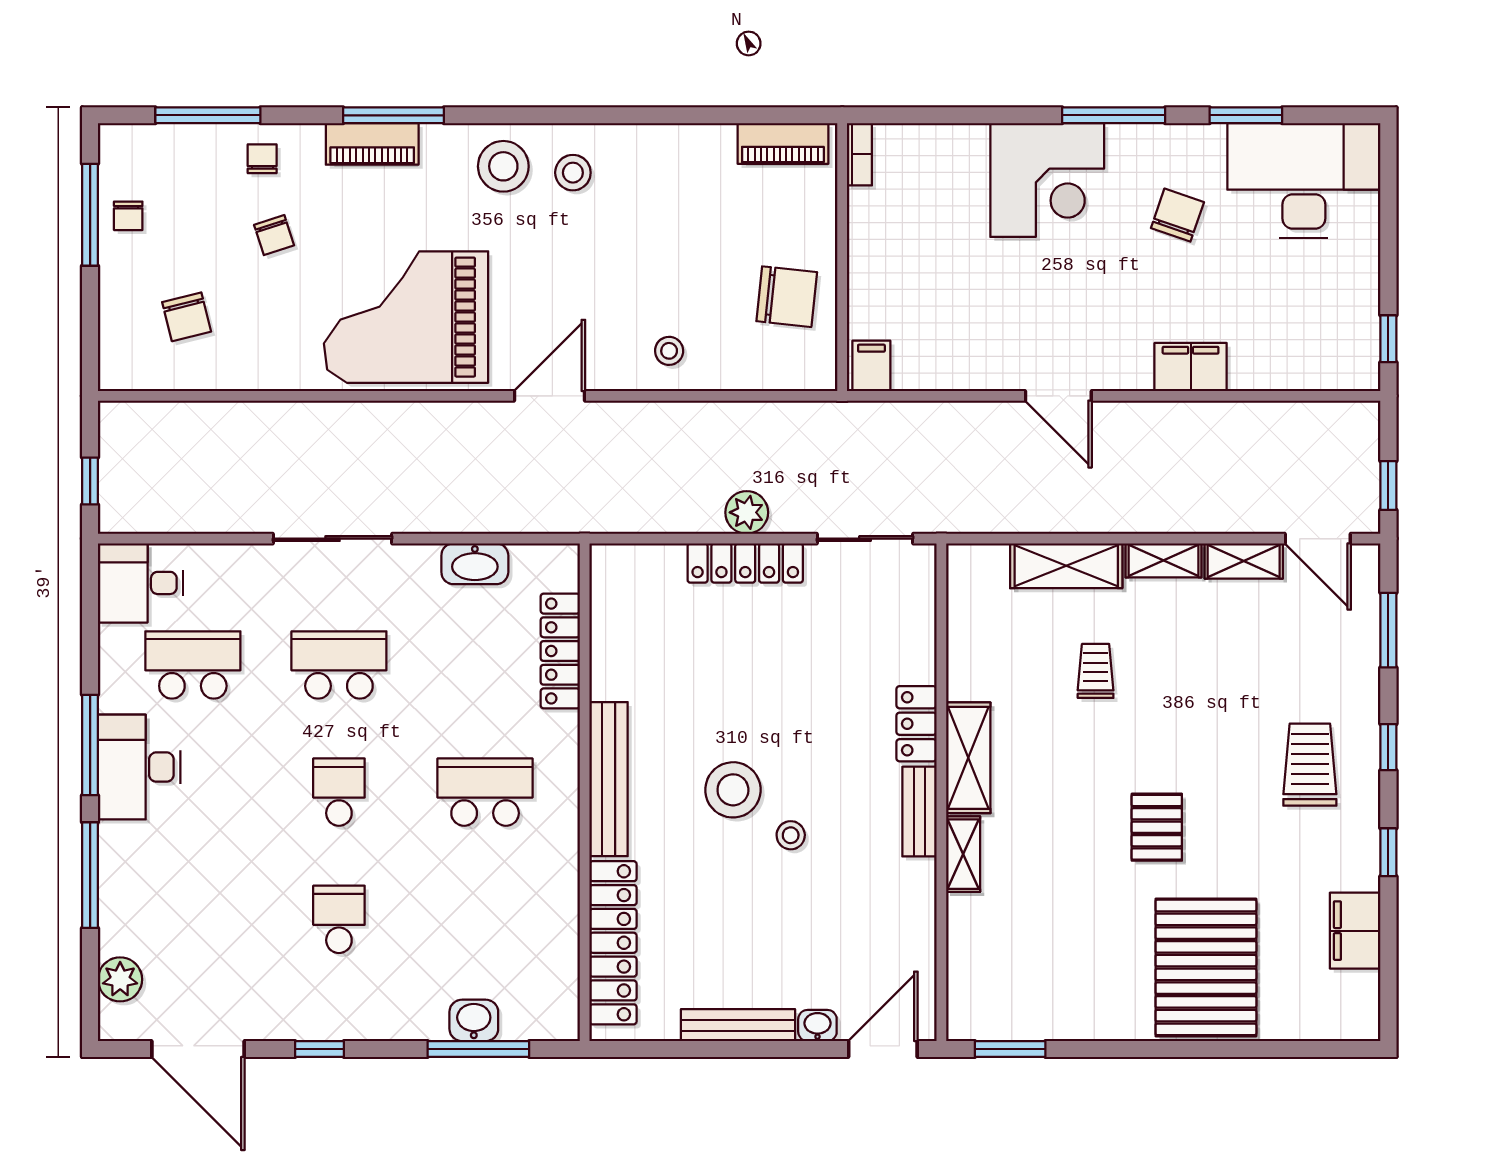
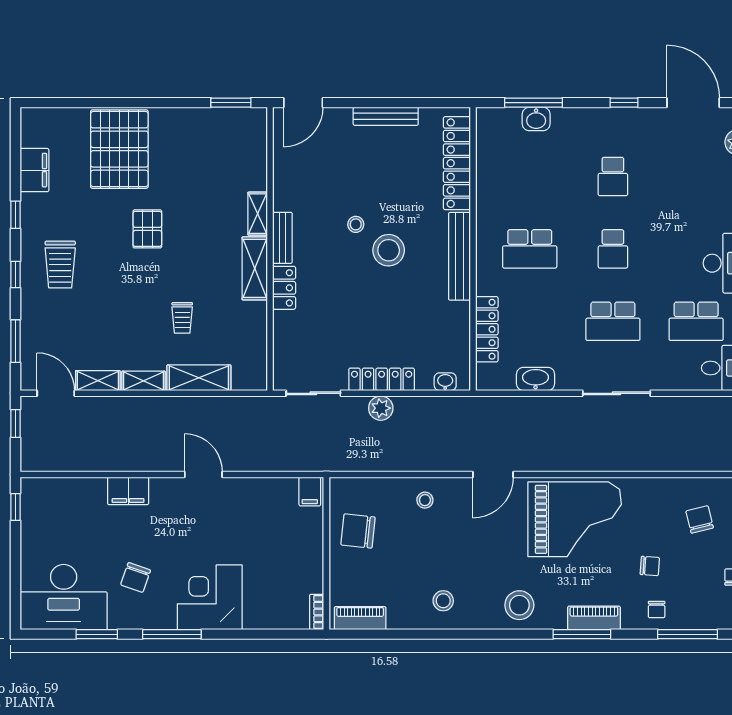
stool: (573, 173) -> (443, 601), moved
chair: (274, 235) -> (650, 566), turned 112
washbasin: (817, 1025) -> (445, 382), moved, turned 180

